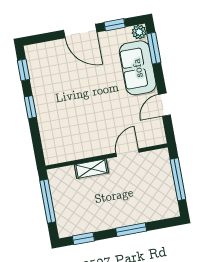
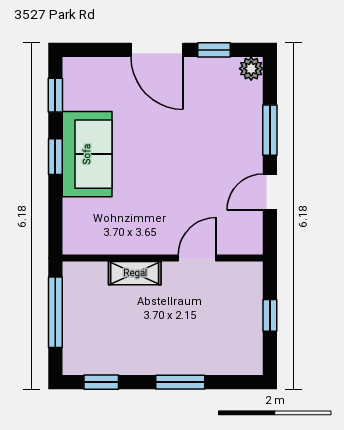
window: (154, 48) -> (270, 130), moved
sofa: (138, 68) -> (87, 154), moved, turned 180
window: (178, 179) -> (270, 315), width x0.46

